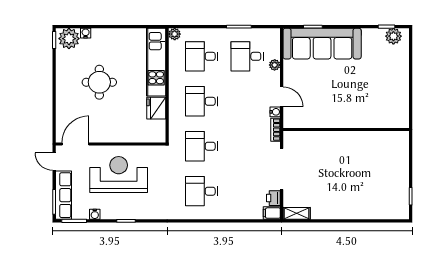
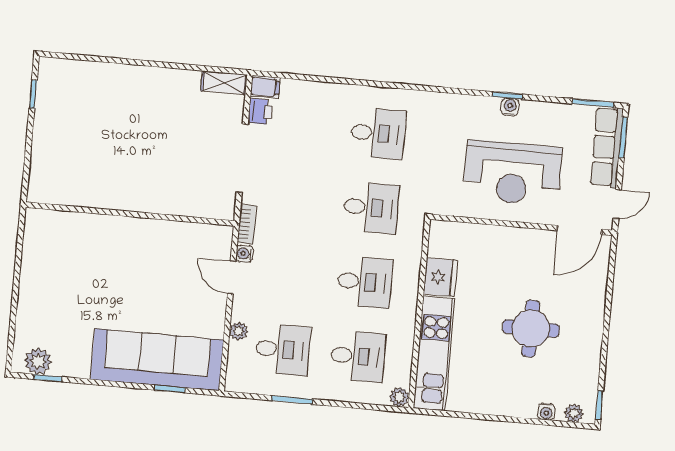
plant: (69, 39) -> (574, 413), width x0.53, depth x0.53
door: (54, 162) -> (617, 204), hinge flipped
water cooler: (95, 214) -> (510, 107), moved

